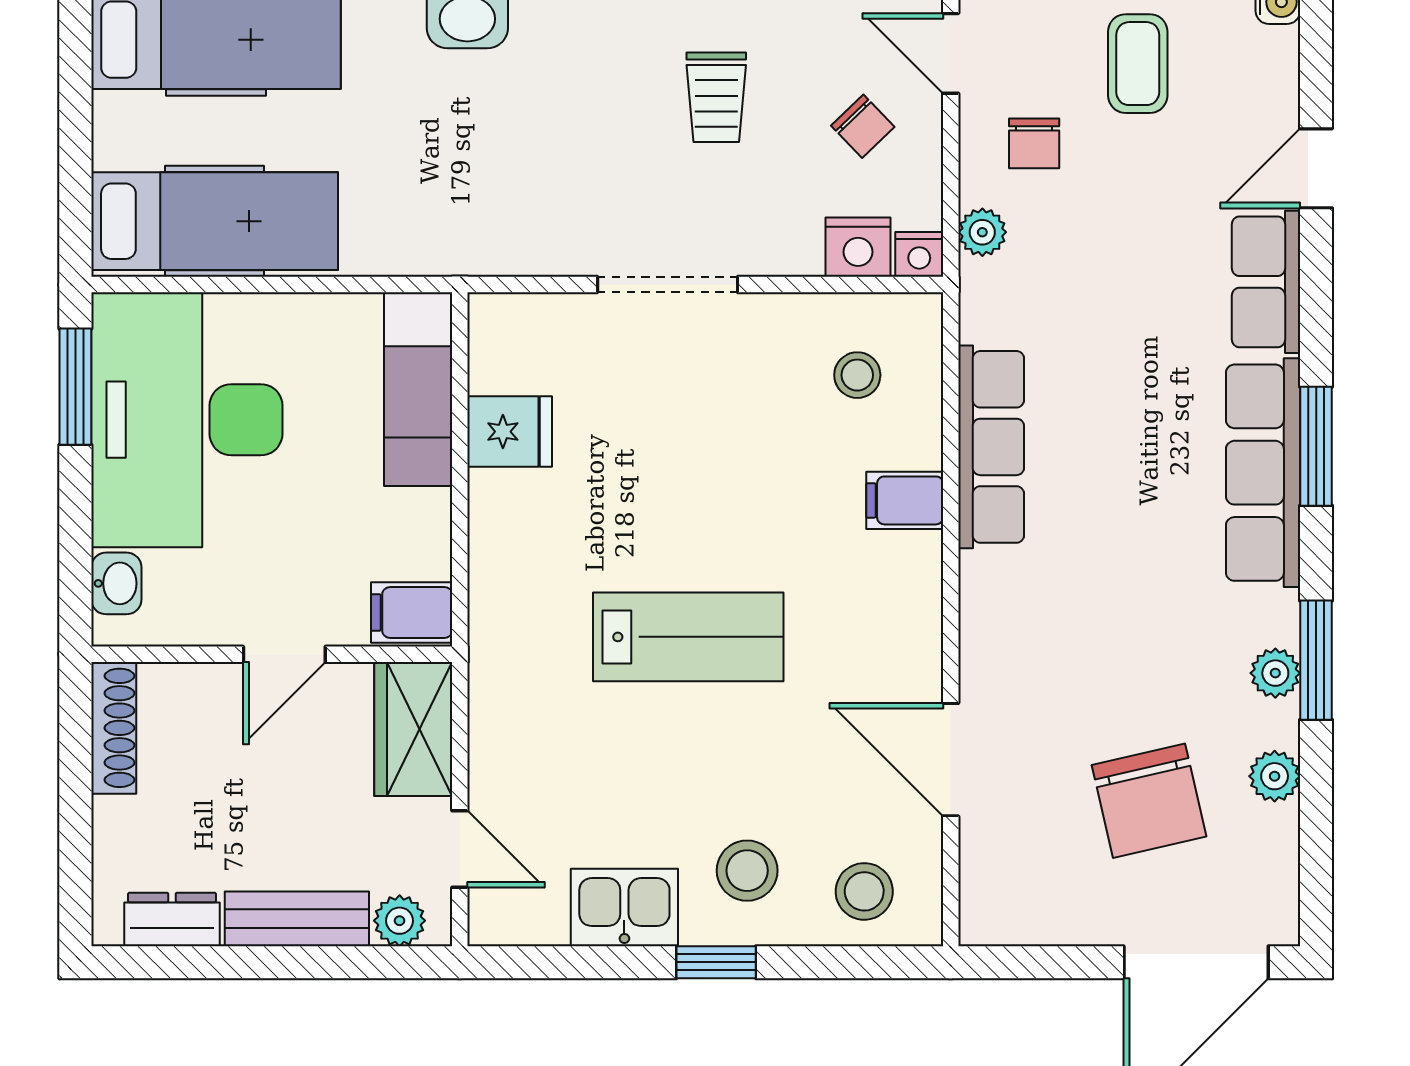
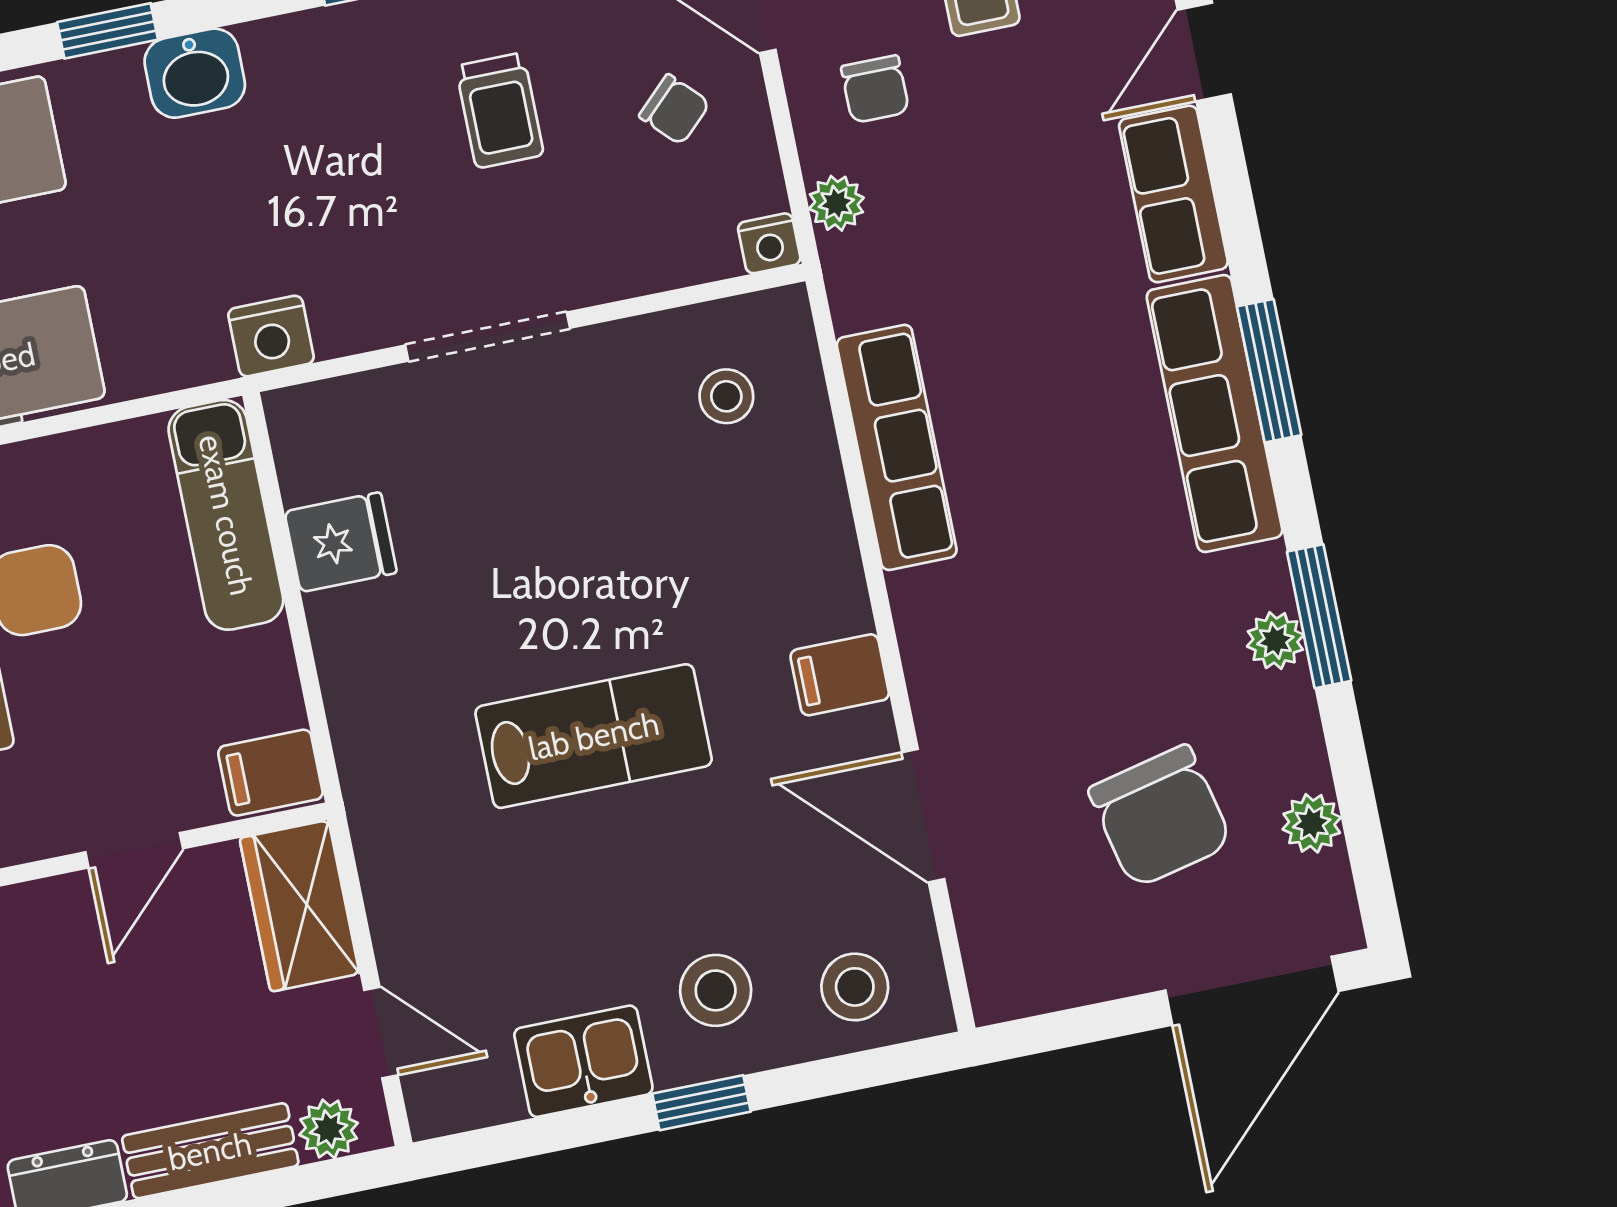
nightstand: (858, 247) -> (271, 336), moved
filing cabinet: (905, 500) -> (840, 675), moved
plant: (1275, 776) -> (1312, 823), moved

